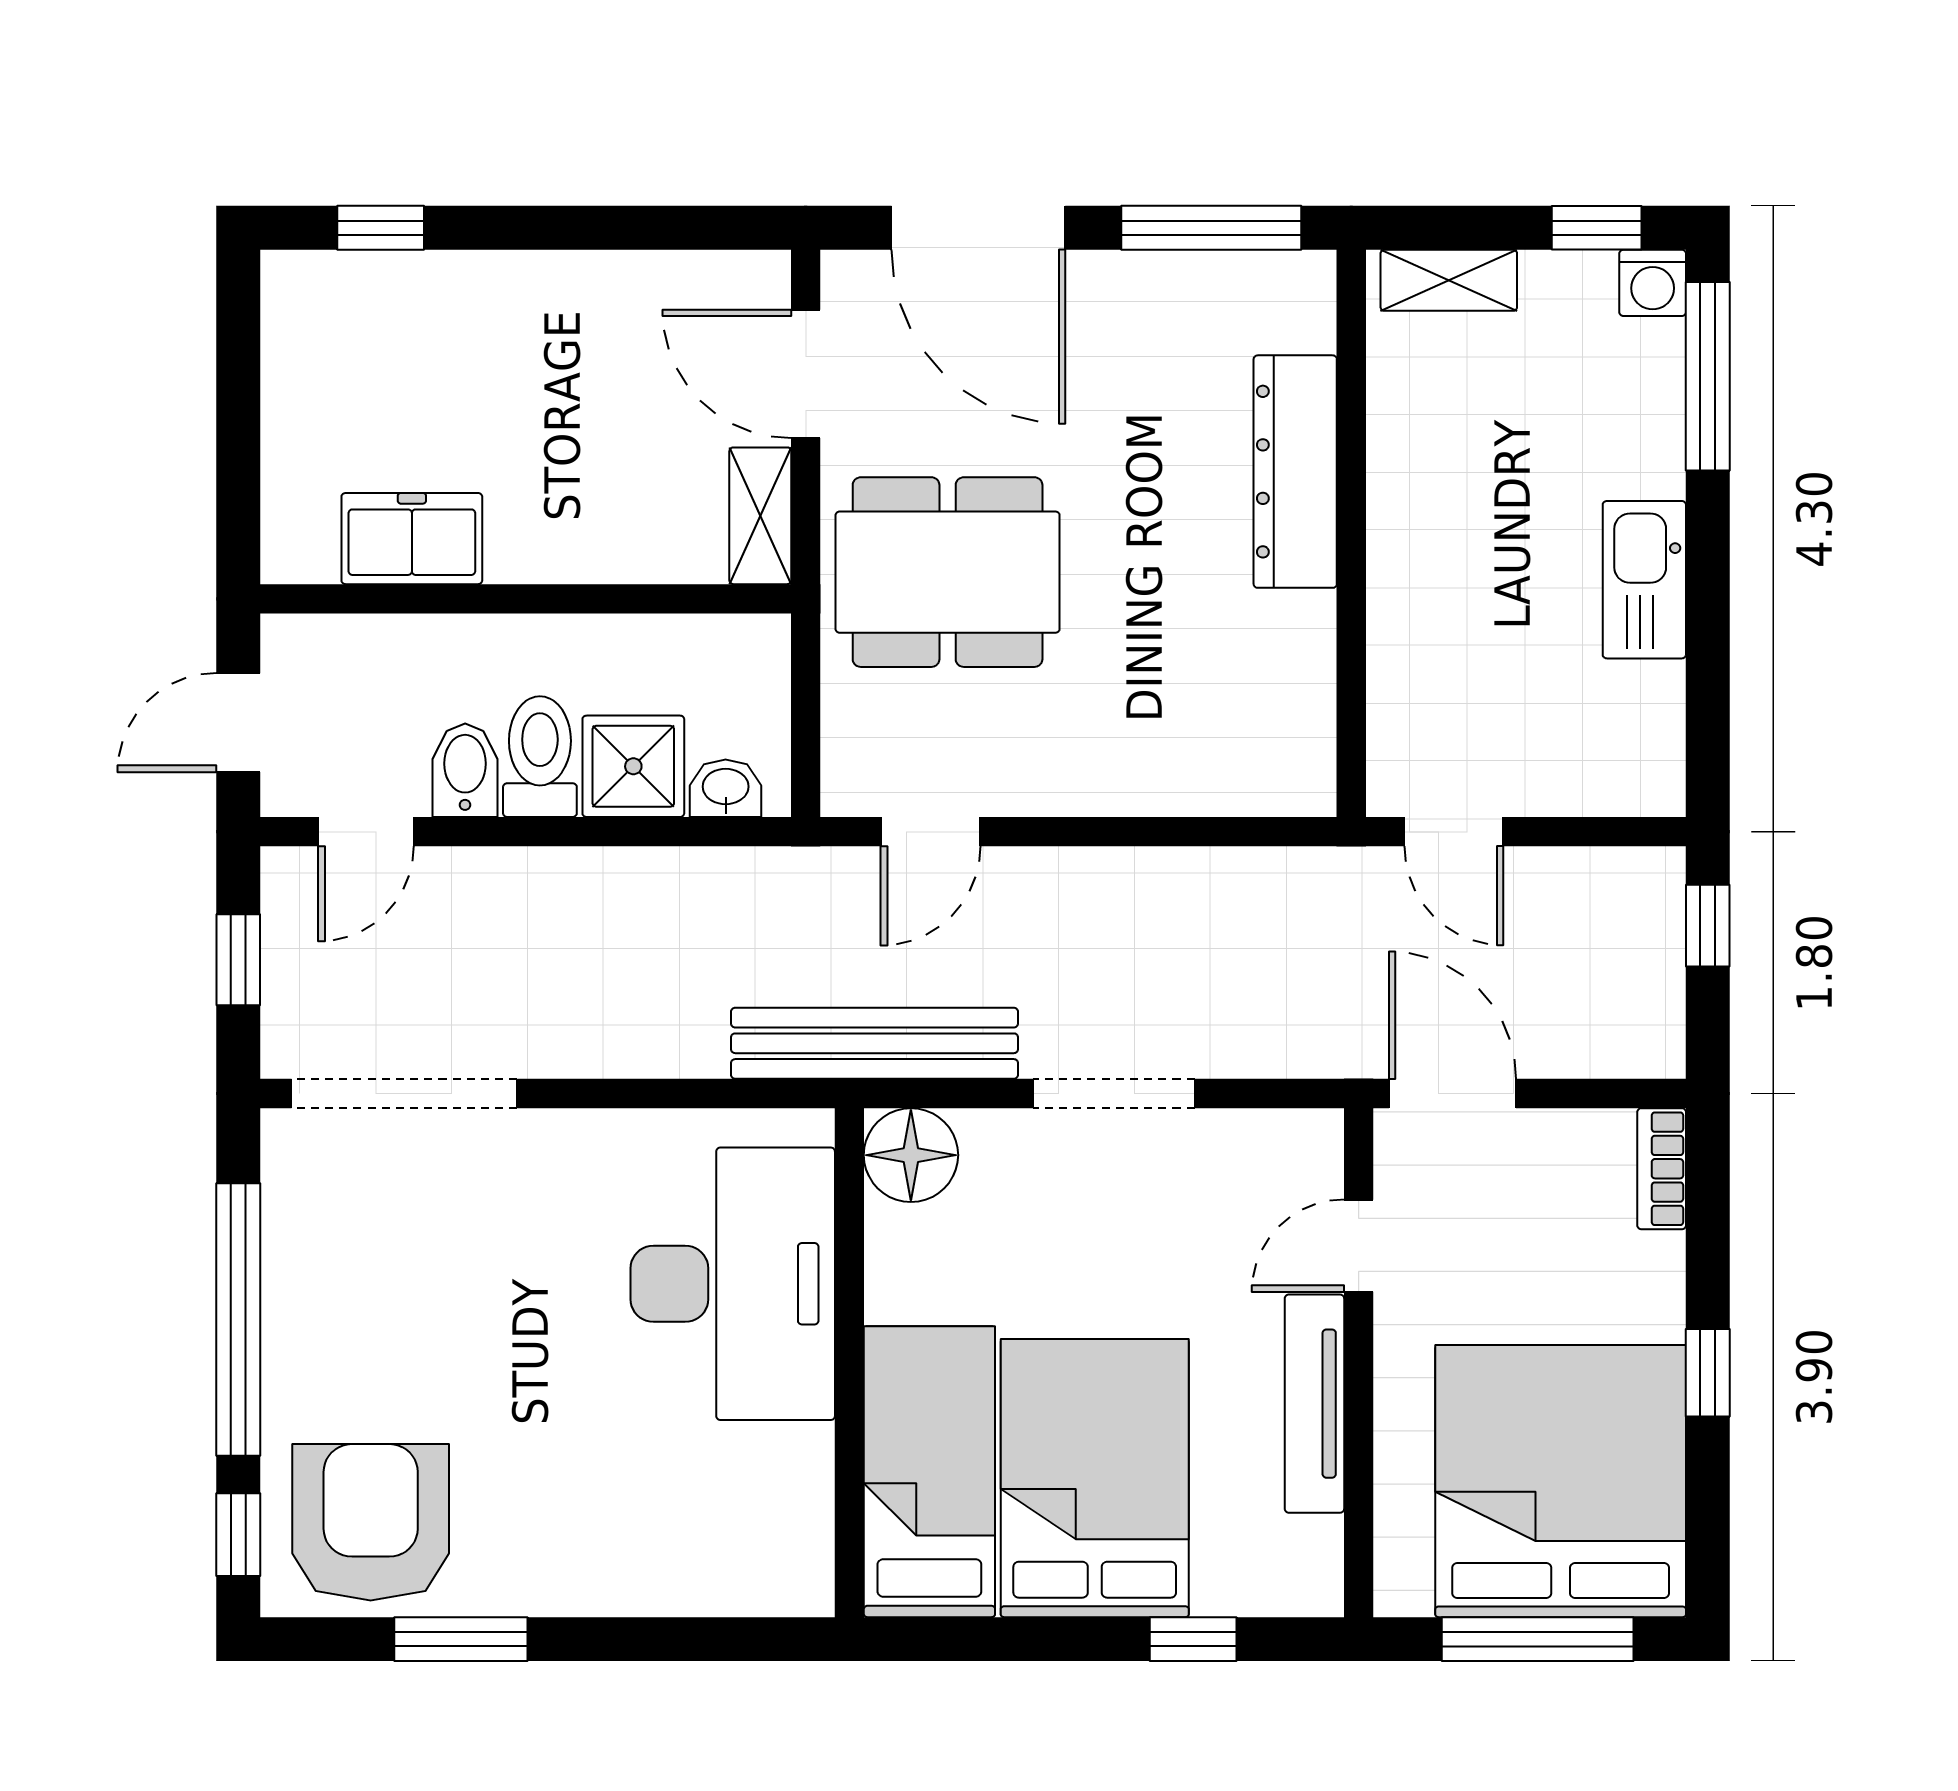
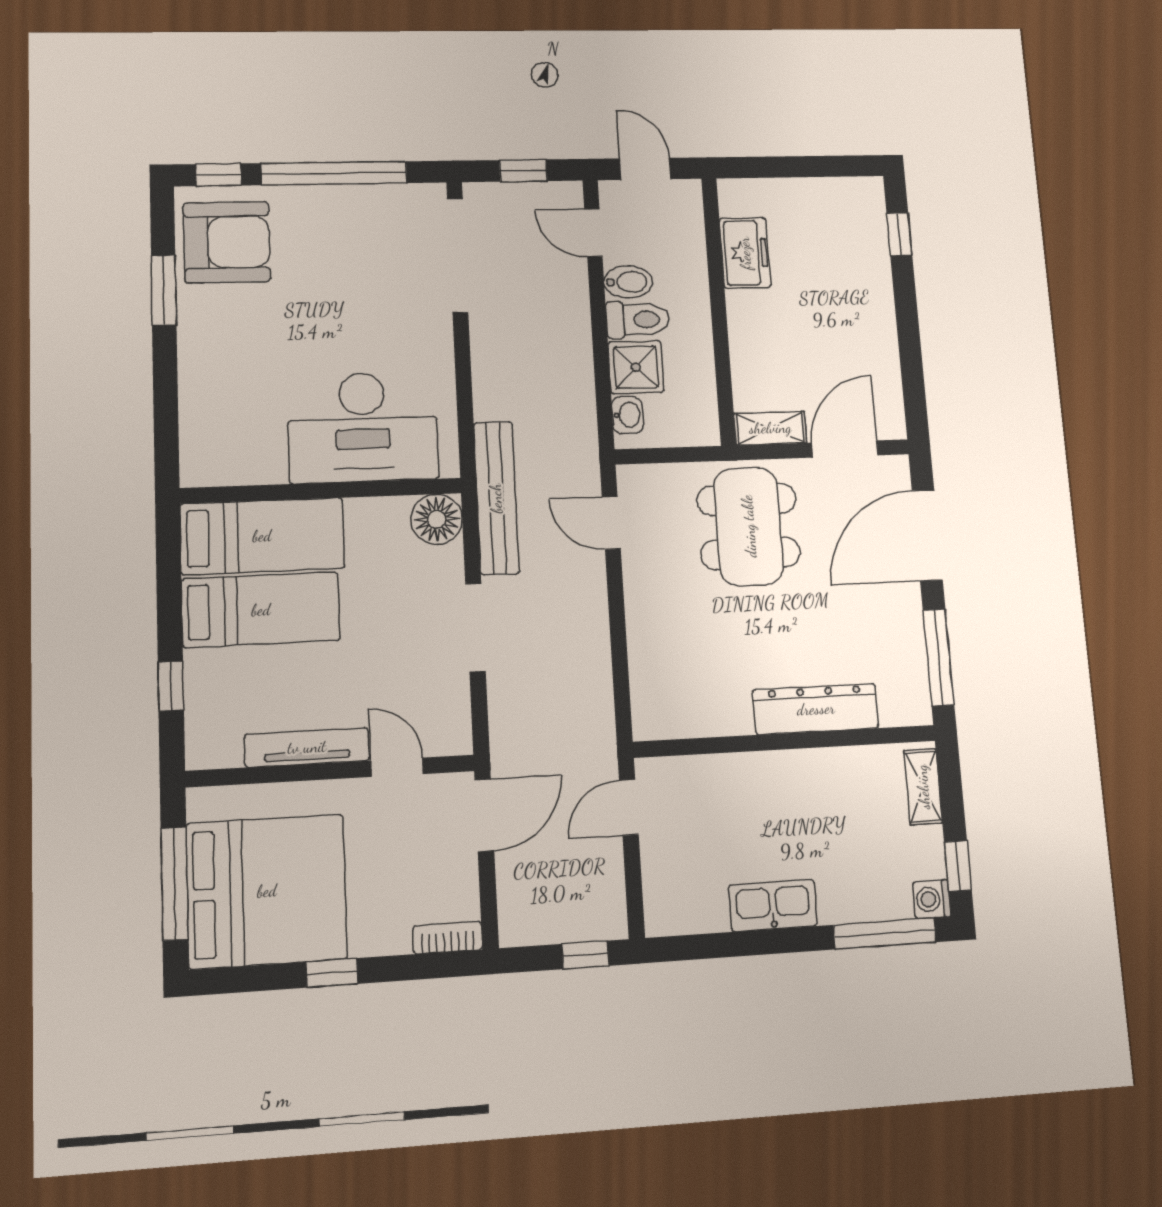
bed: (1095, 1478) -> (261, 610), width x0.67

